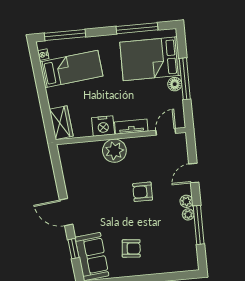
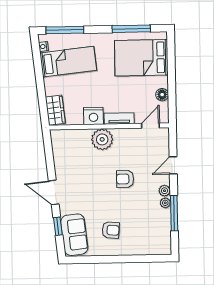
window: (185, 79) -> (172, 78), removed
floor lamp: (175, 84) -> (162, 95), moved

